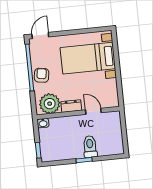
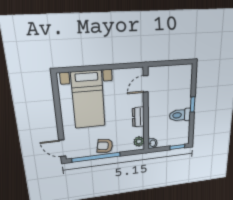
plant: (50, 104) -> (139, 141), width x0.53, depth x0.53
door: (93, 111) -> (146, 84), moved
toilet: (90, 147) -> (180, 115), moved

